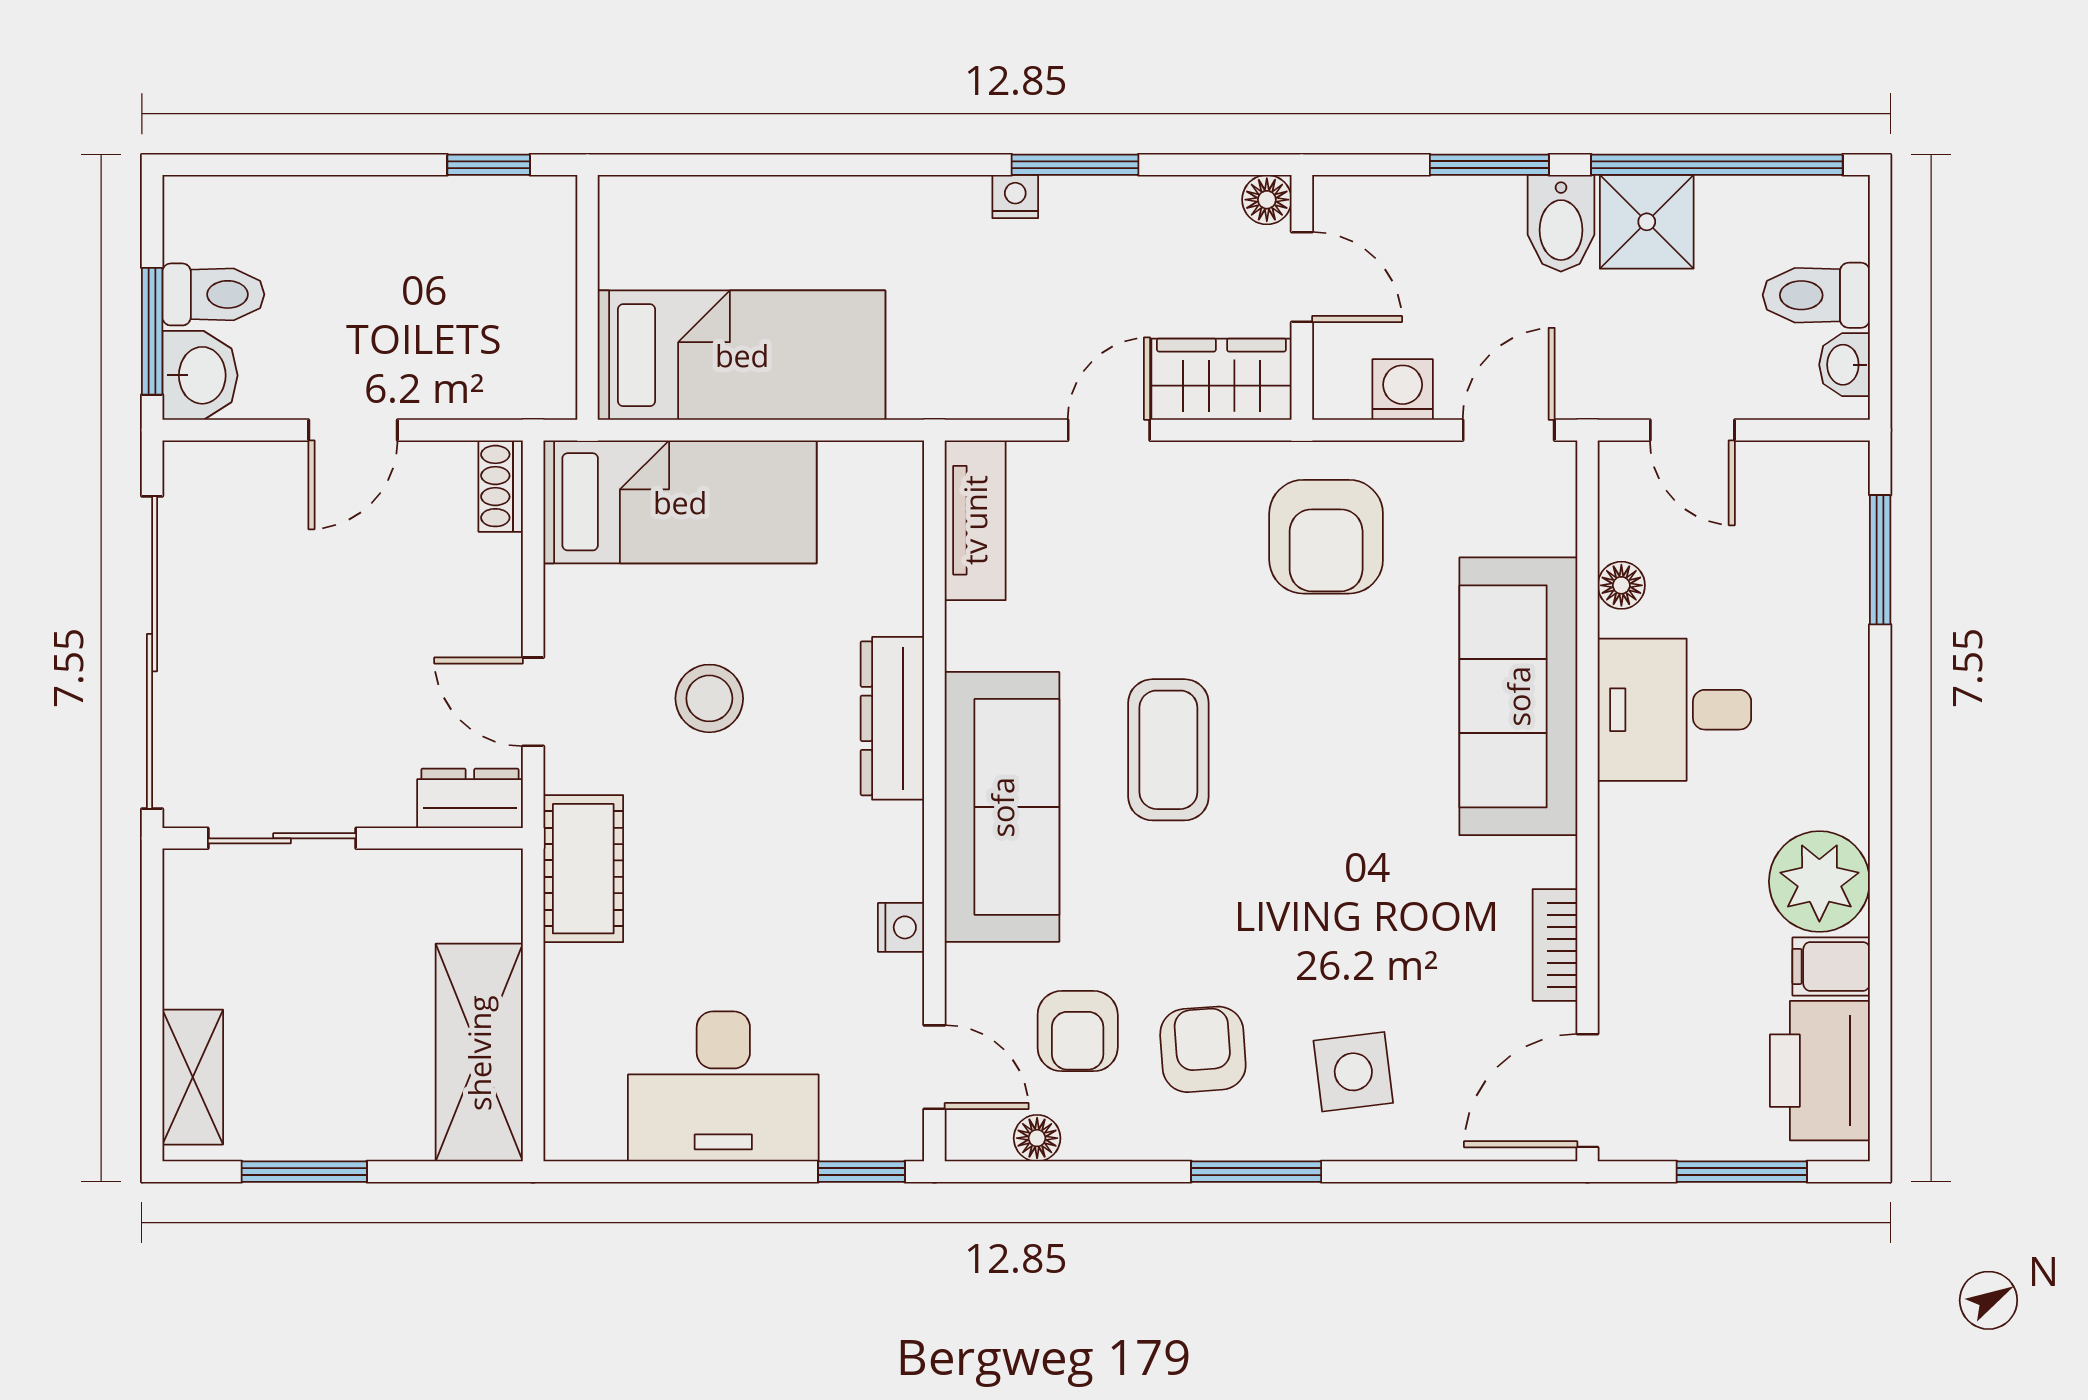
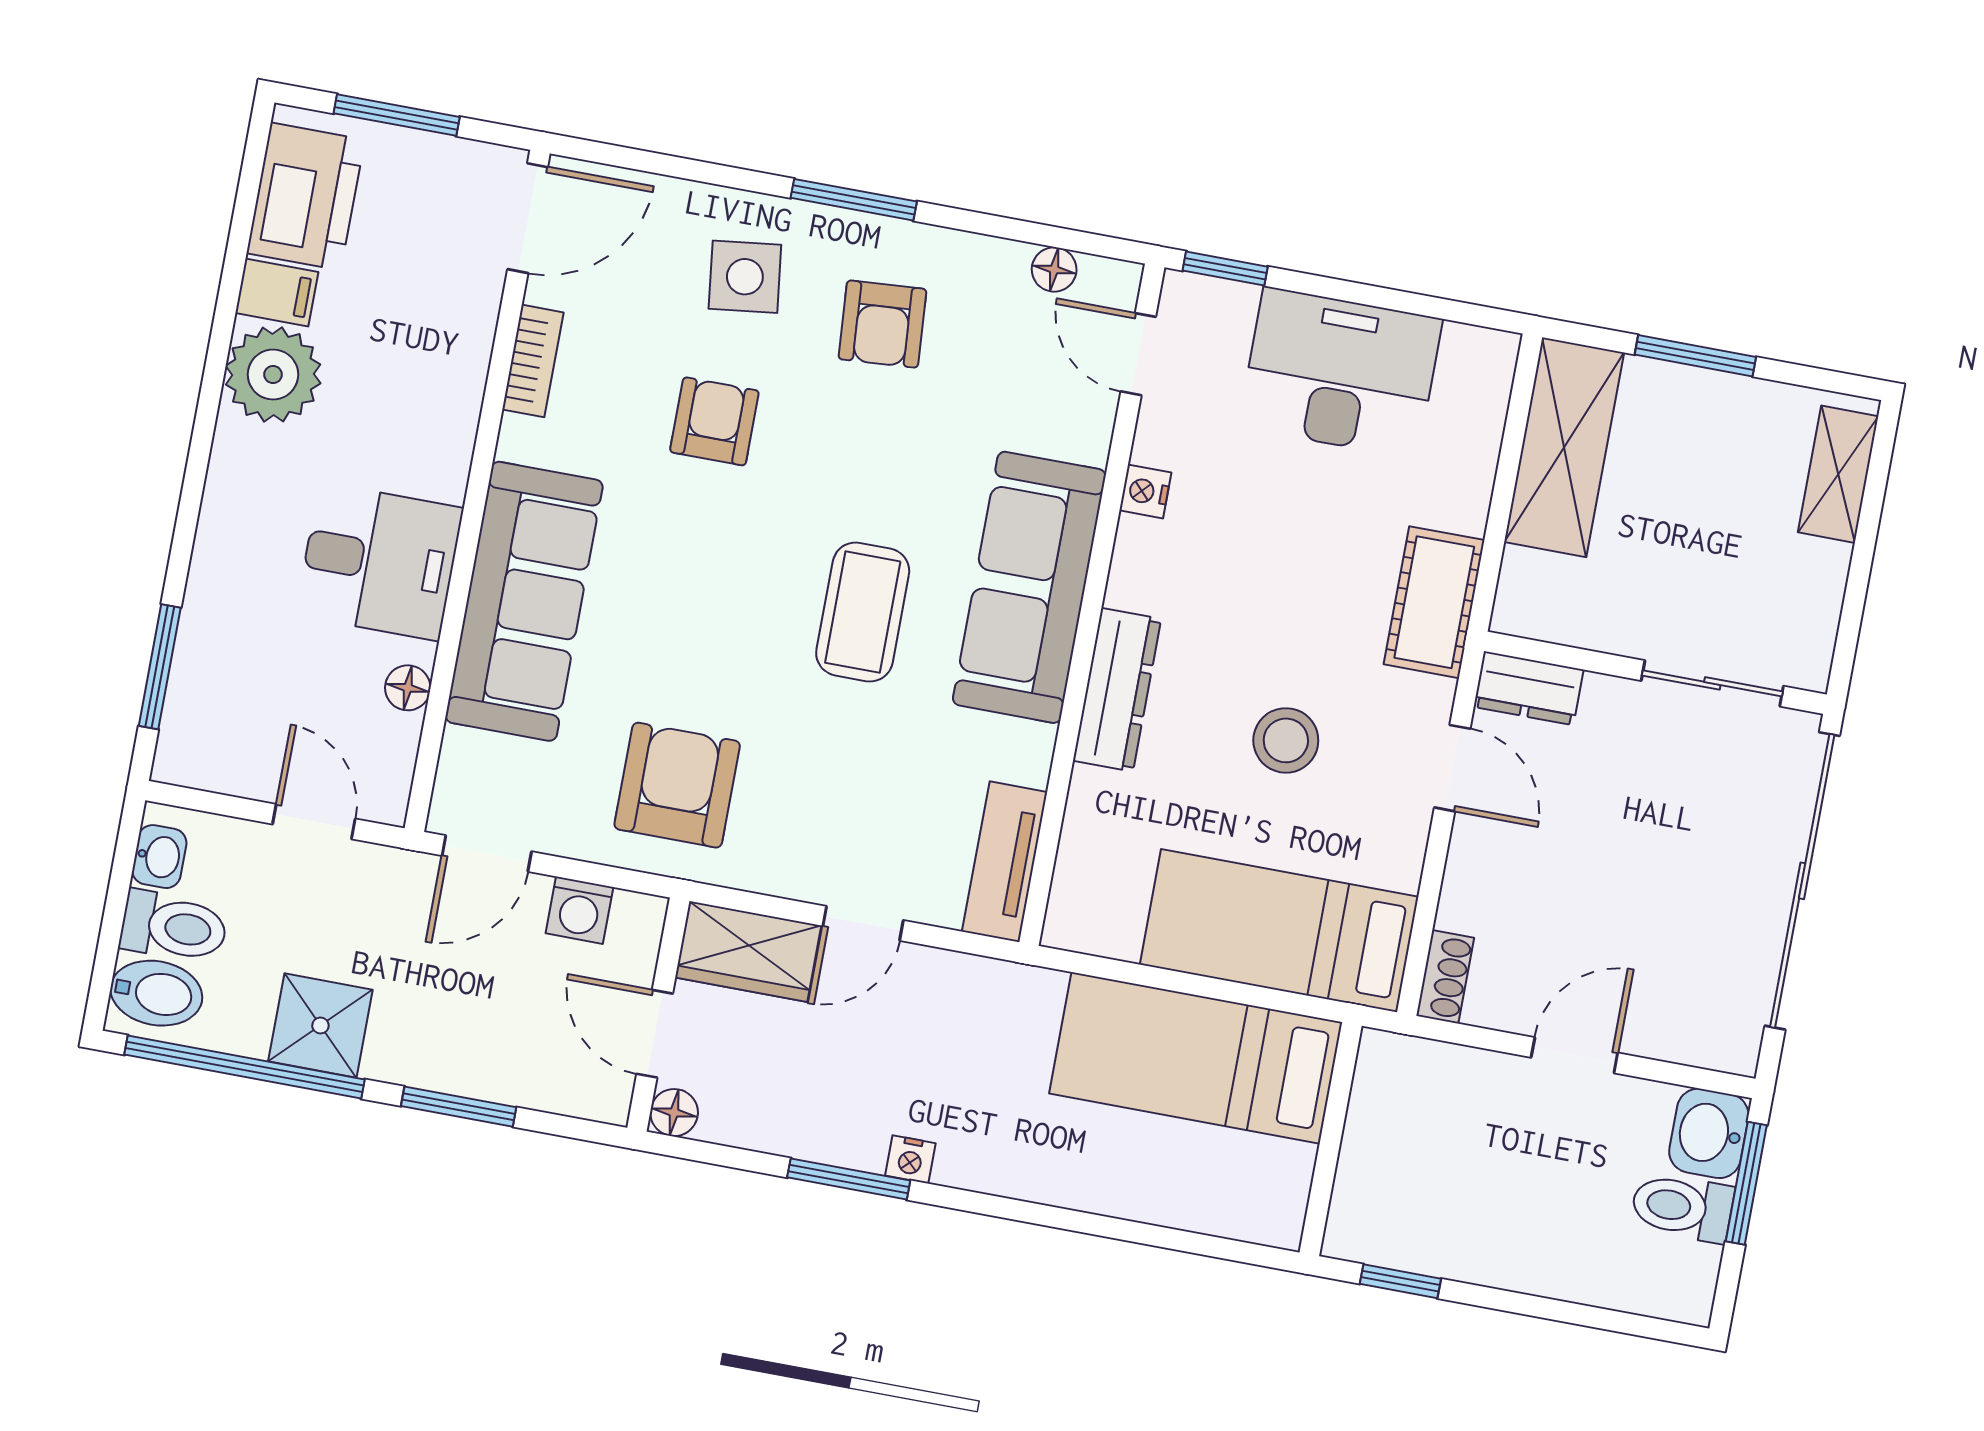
bidet: (1561, 223) -> (156, 993), moved, turned 90
armchair: (1078, 1031) -> (714, 421), moved
window: (304, 1172) -> (1695, 356), moved

